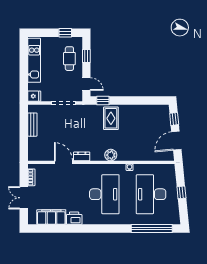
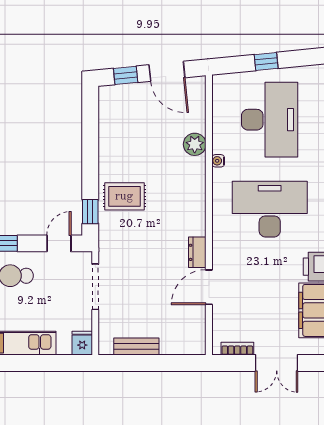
plant: (111, 155) -> (195, 144), moved
desk: (151, 194) -> (270, 120), turned -90

